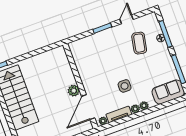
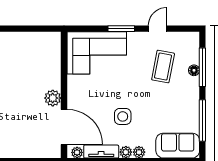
corner sofa: (92, 50) -> (97, 53), added
door: (88, 107) -> (64, 127), swing flipped

